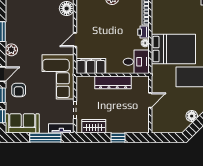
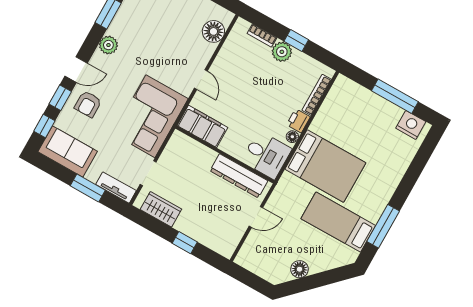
door: (75, 40) -> (201, 80), swing flipped
dresser: (113, 82) -> (239, 176), moved
window: (45, 138) -> (88, 188), width x0.69

